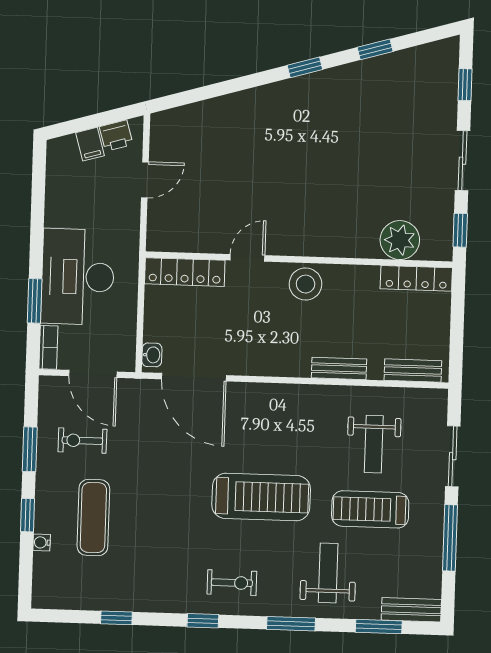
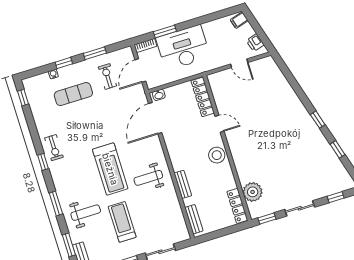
filing cabinet: (90, 144) -> (239, 20), moved
weight bench: (374, 444) -> (148, 178), moved
exercise bike: (232, 583) -> (54, 148), moved
window: (116, 618) -> (23, 98), moved

